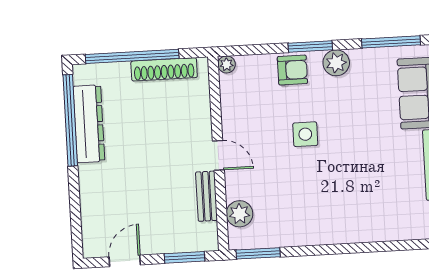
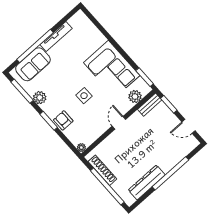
plant: (336, 63) -> (40, 98), moved
window: (70, 120) -> (170, 173), moved
bench: (206, 196) -> (150, 105), moved
corner sofa: (312, 211) -> (112, 69), added

